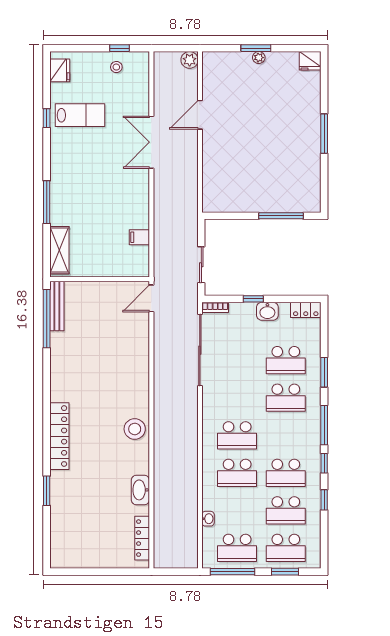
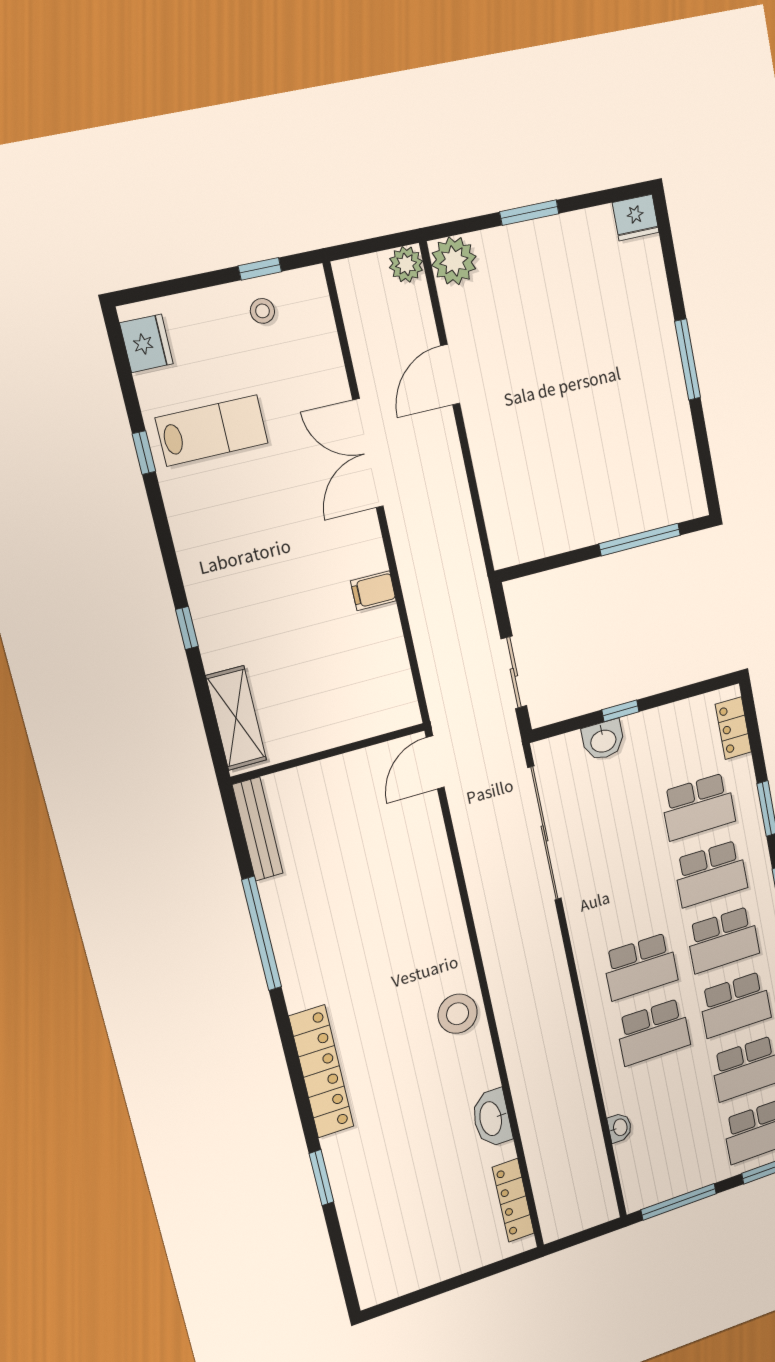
plant: (259, 58) -> (454, 261), moved, width x1.88, depth x1.88
window: (47, 202) -> (187, 628), width x0.46
filing cabinet: (139, 237) -> (373, 591), moved
bookcase: (215, 307) -> (556, 746), removed
locker: (306, 310) -> (733, 728), moved, turned 90
washbasin: (267, 311) -> (603, 740), moved
window: (47, 319) -> (262, 934), moved
school desk: (237, 548) -> (723, 940), moved

